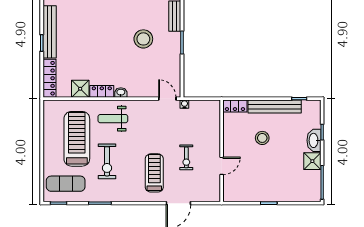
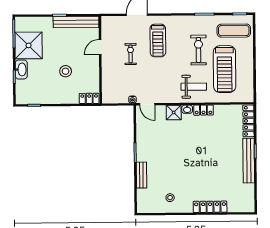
stool: (143, 39) -> (168, 155), removed
shower: (80, 89) -> (174, 112), moved
bench: (275, 107) -> (76, 22), moved
shower: (312, 161) -> (29, 45), width x1.86, depth x1.86

